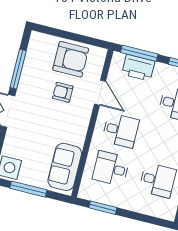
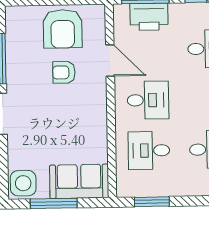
armchair: (71, 59) -> (63, 29), turned 90
sofa: (65, 167) -> (79, 181), moved, turned 90

